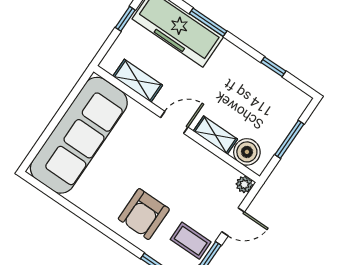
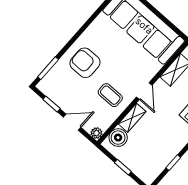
window: (289, 139) -> (123, 167), width x0.67
door: (233, 222) -> (72, 122), swing flipped
coffee table: (191, 241) -> (110, 95), moved, turned 90

